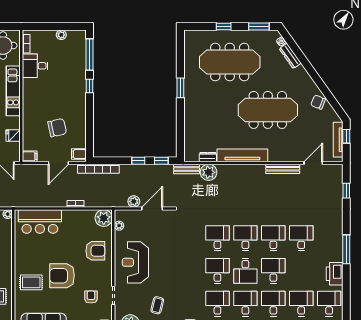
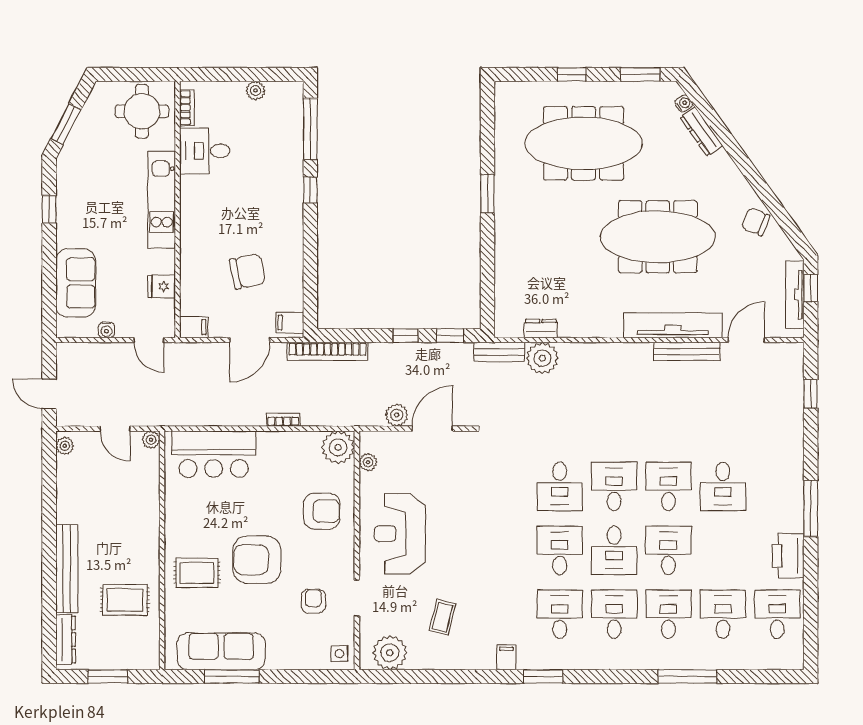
tv unit: (242, 155) -> (673, 325), moved
desk: (217, 238) -> (560, 486), turned 180
desk: (301, 238) -> (723, 486), turned 180

